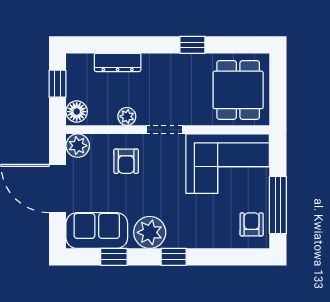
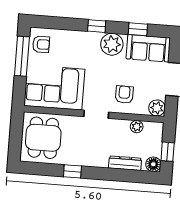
floor lamp: (77, 112) -> (153, 164), moved
plant: (127, 116) -> (137, 127), moved
armchair: (252, 224) -> (41, 44), turned -90

